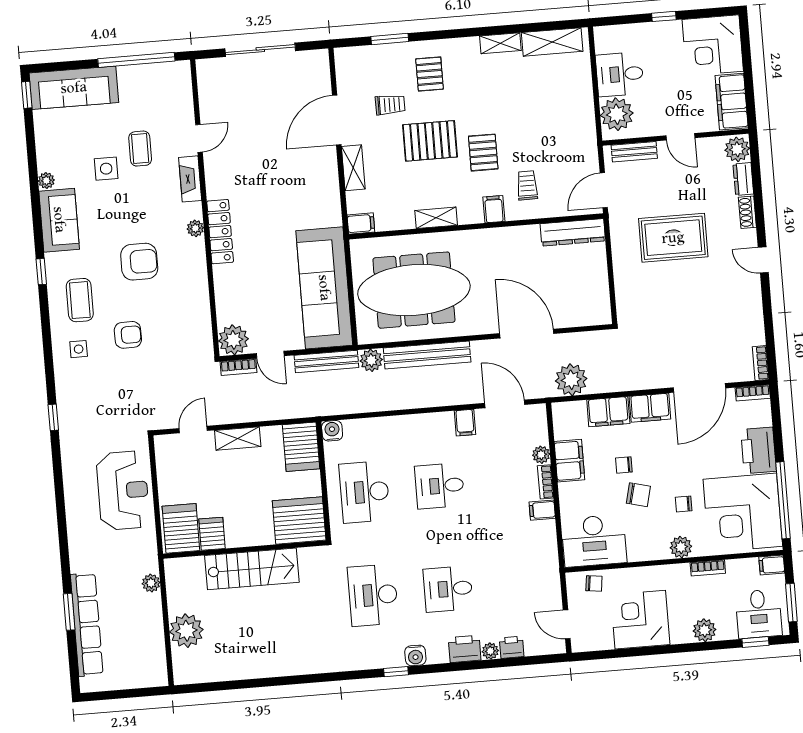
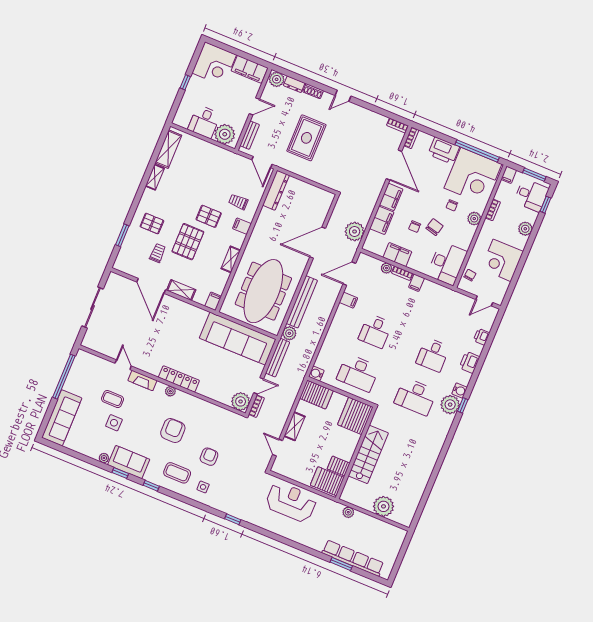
window: (27, 95) -> (120, 473), moved
plant: (490, 651) -> (450, 405), moved, width x1.88, depth x1.88

